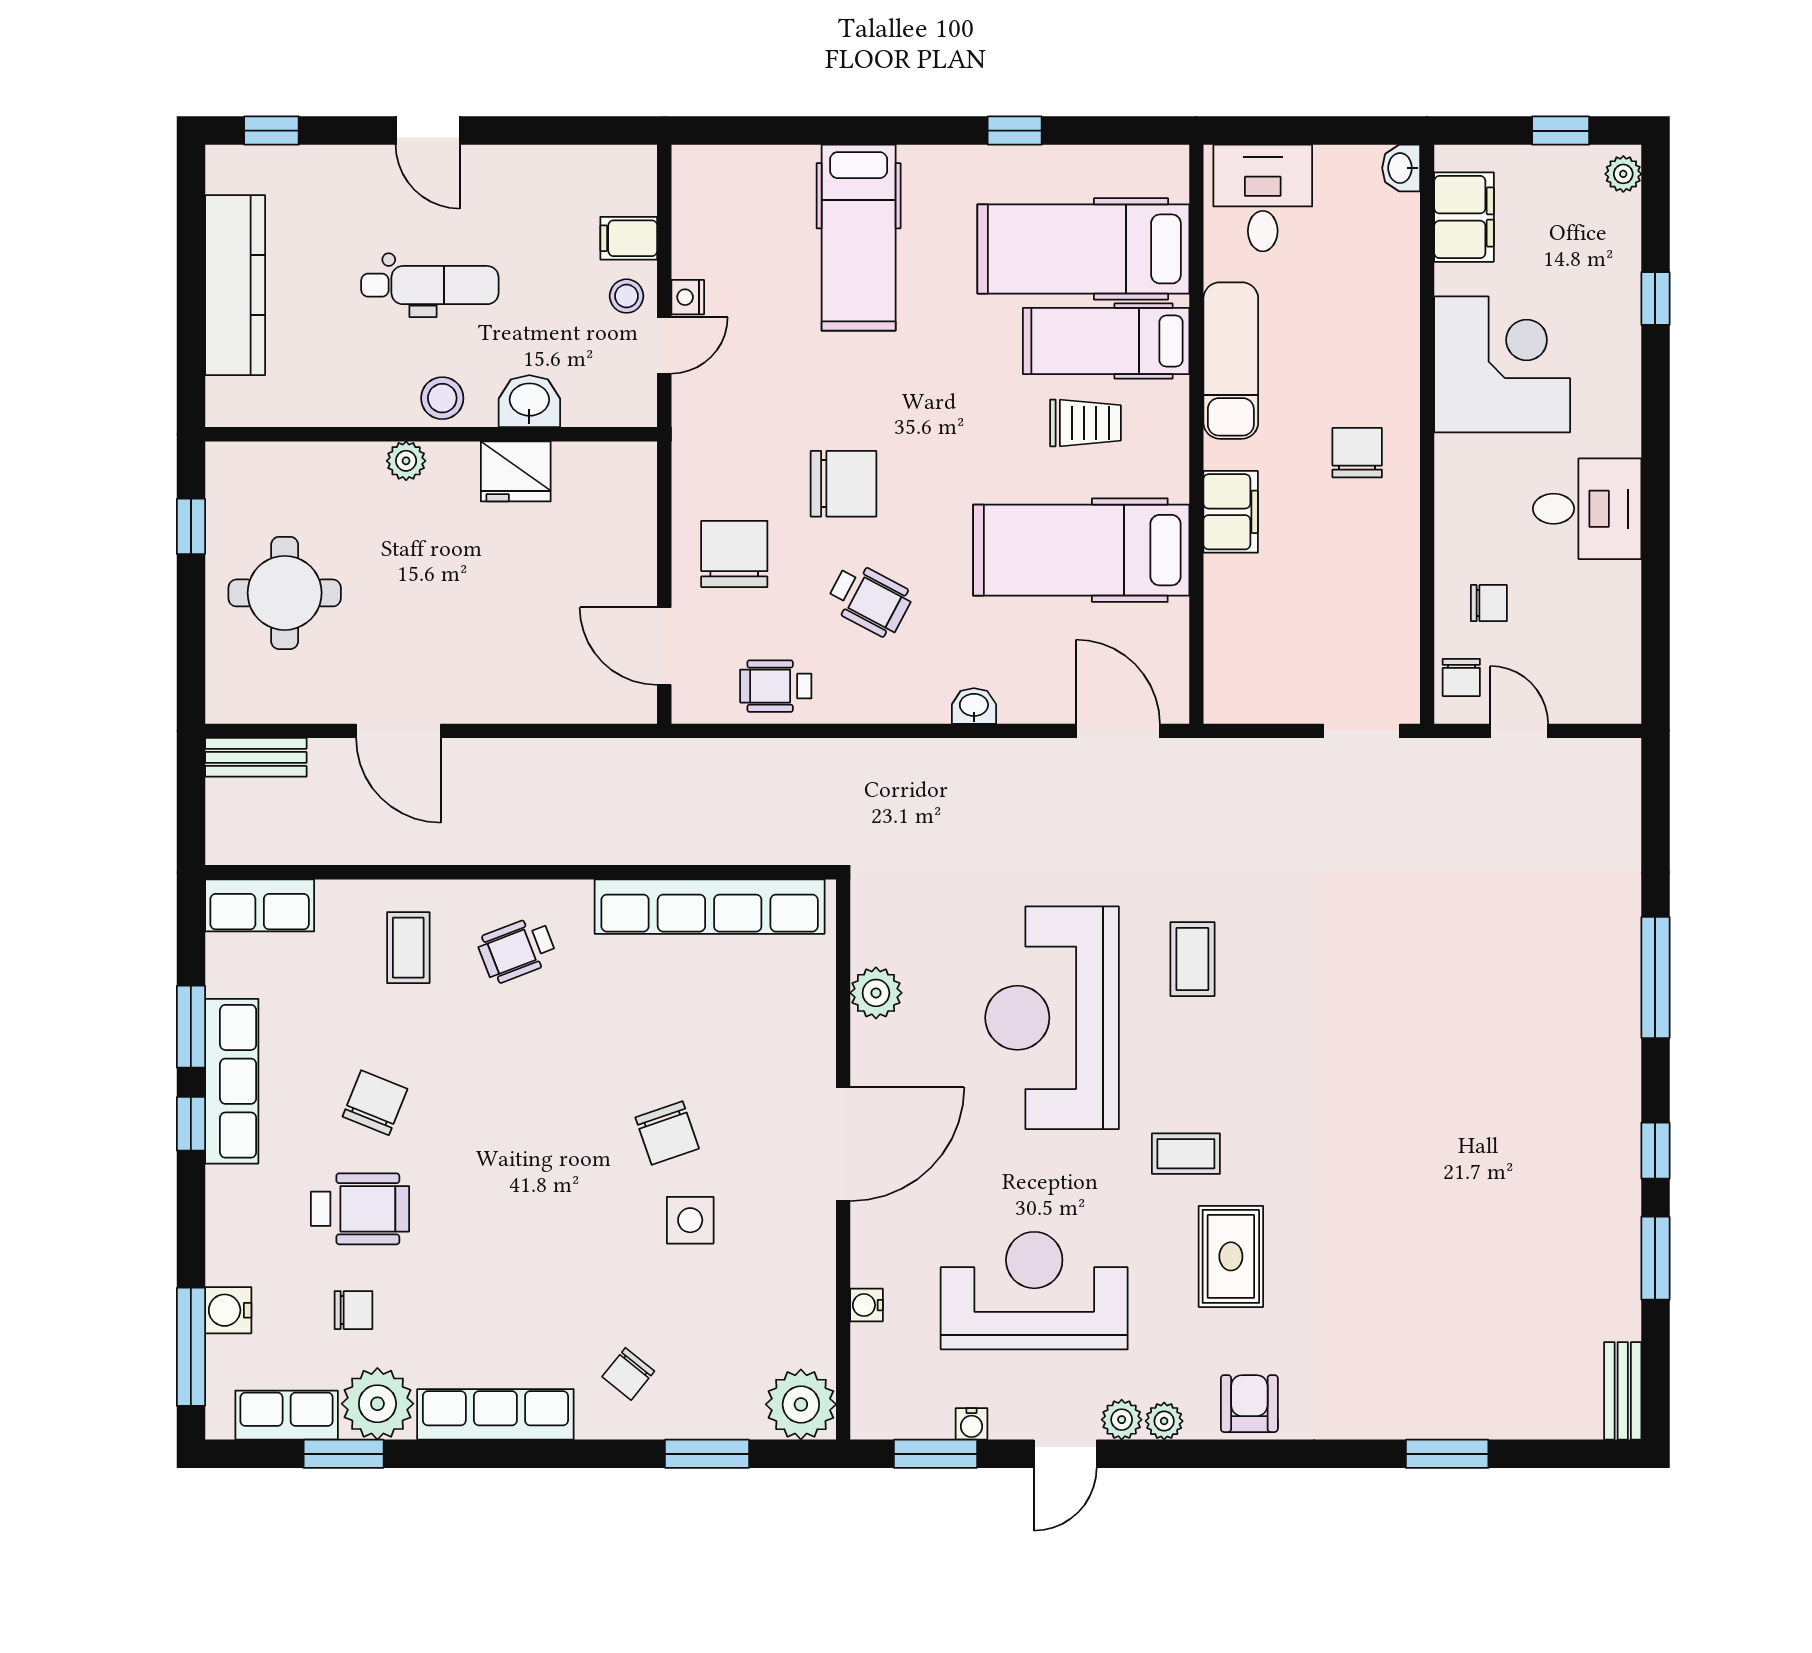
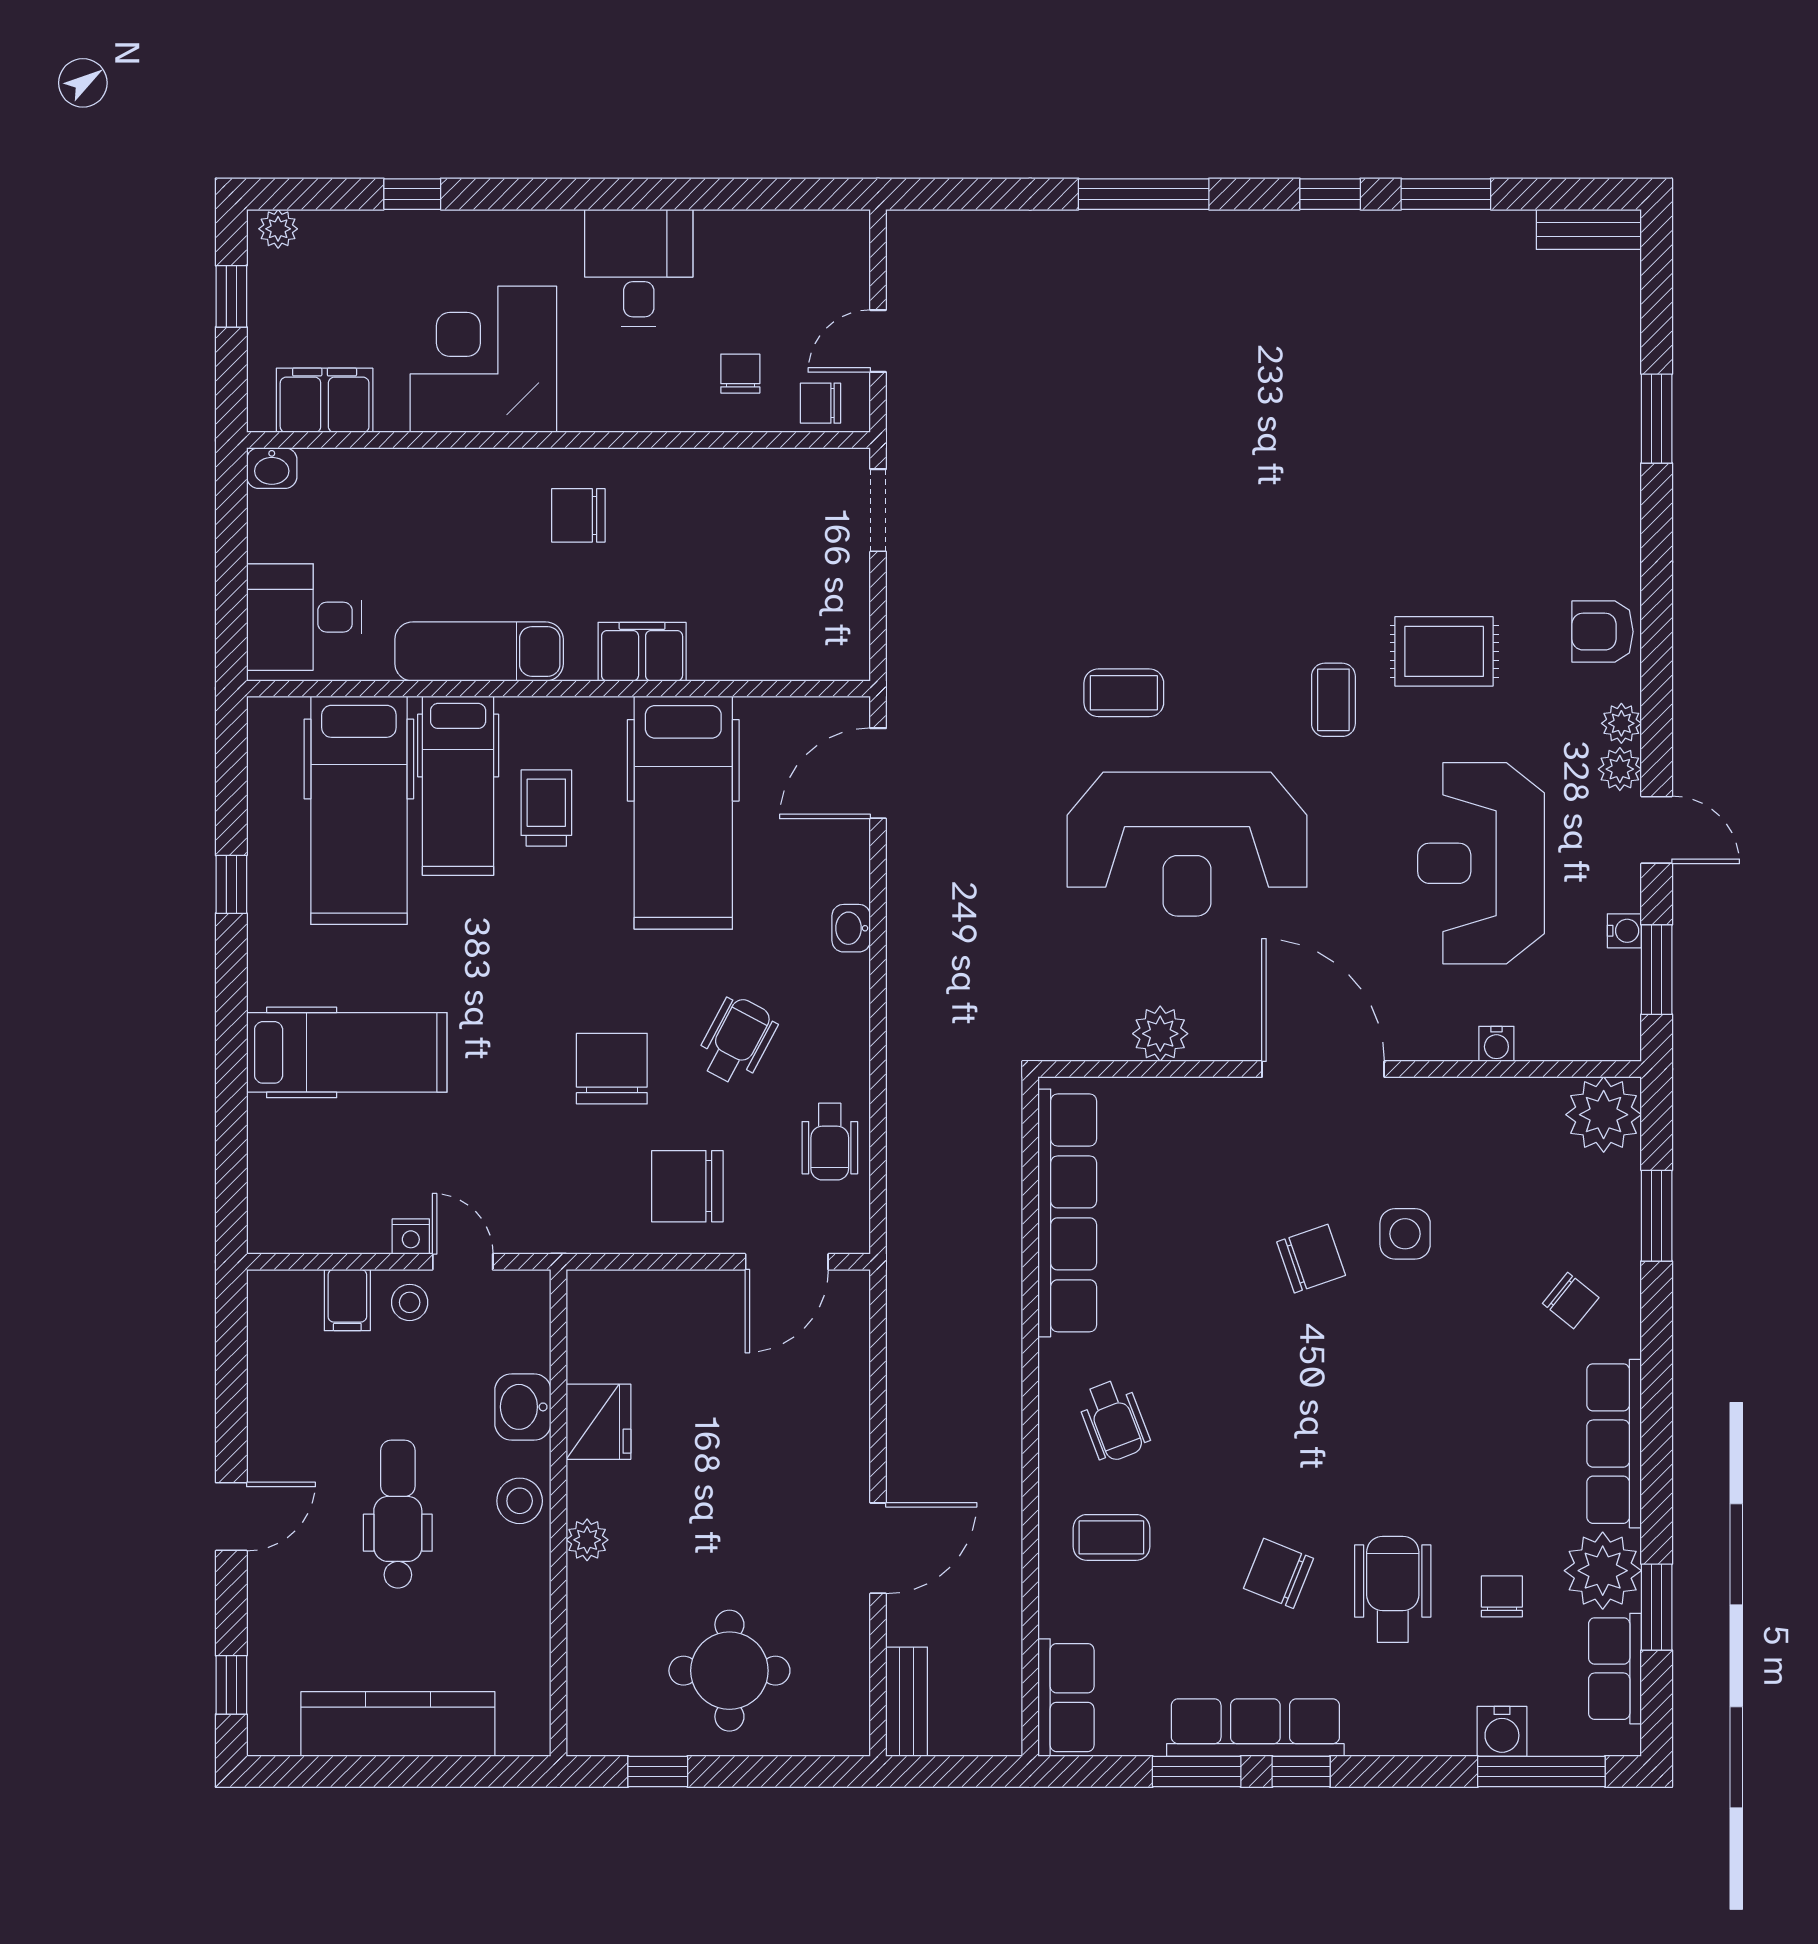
chair: (1461, 677) -> (820, 403), turned 180

